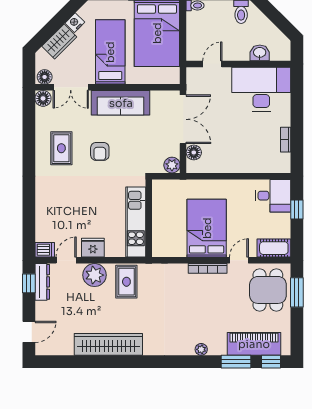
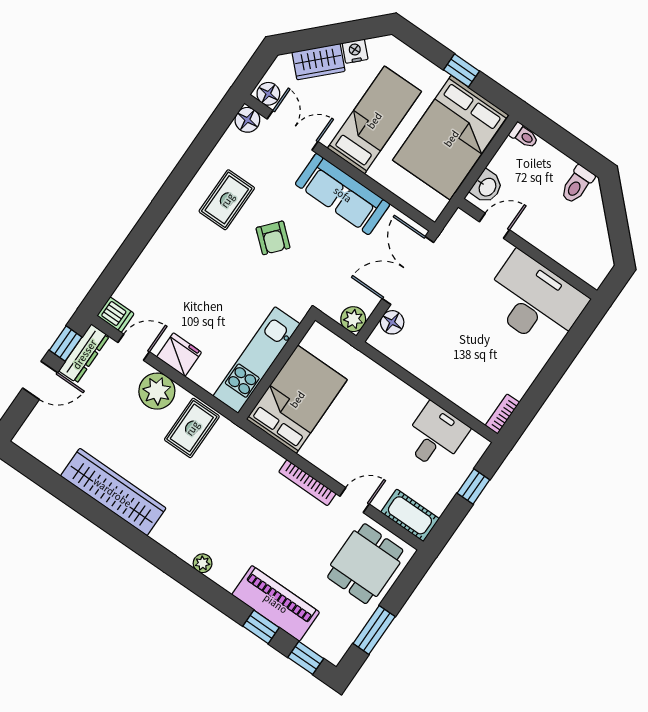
washbasin: (260, 53) -> (487, 187), moved, turned 90
double door: (71, 87) -> (293, 130), swing flipped
double door: (183, 119) -> (408, 270), swing flipped
bookcase: (286, 140) -> (502, 414), moved
armchair: (100, 151) -> (273, 238), turned -49
desk: (273, 196) -> (435, 436), moved, turned -90
bed: (207, 228) -> (297, 399), moved
window: (297, 292) -> (374, 630), moved
door: (29, 332) -> (40, 380), moved
piano: (254, 344) -> (276, 603), moved
plant: (201, 349) -> (203, 563), moved
window: (236, 362) -> (261, 627), width x0.67

